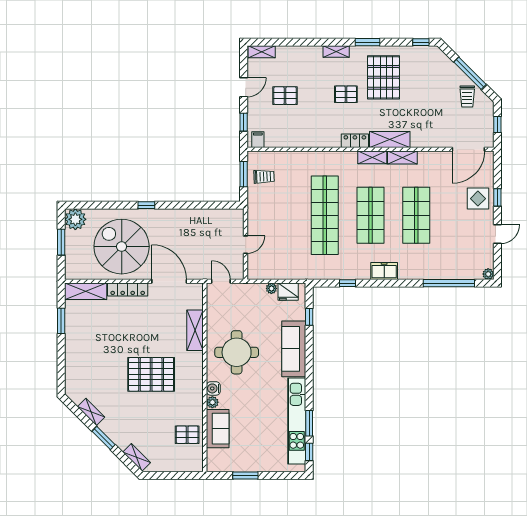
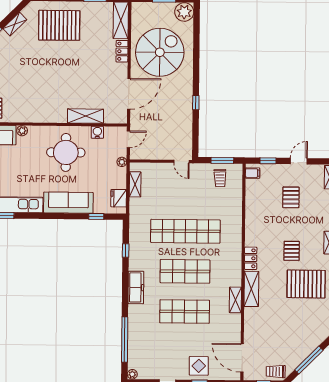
door: (244, 87) -> (299, 161), swing flipped
trolley: (467, 97) -> (276, 372), moved
shelving: (372, 157) -> (135, 184), moved
window: (146, 205) -> (196, 103), moved
door: (246, 245) -> (181, 161), moved
freezer: (384, 271) -> (136, 287), width x1.40
plant: (271, 288) -> (122, 162), moved
locker: (128, 290) -> (122, 51), width x0.66
pallet: (151, 374) -> (59, 25), moved, turned 90
water cooler: (213, 388) -> (97, 132), moved

